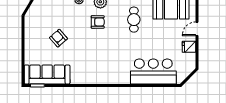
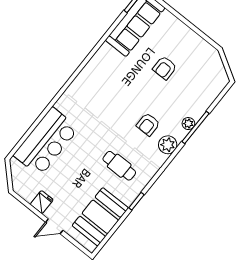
door: (197, 29) -> (54, 226), swing flipped
armchair: (58, 38) -> (165, 68), turned 131

